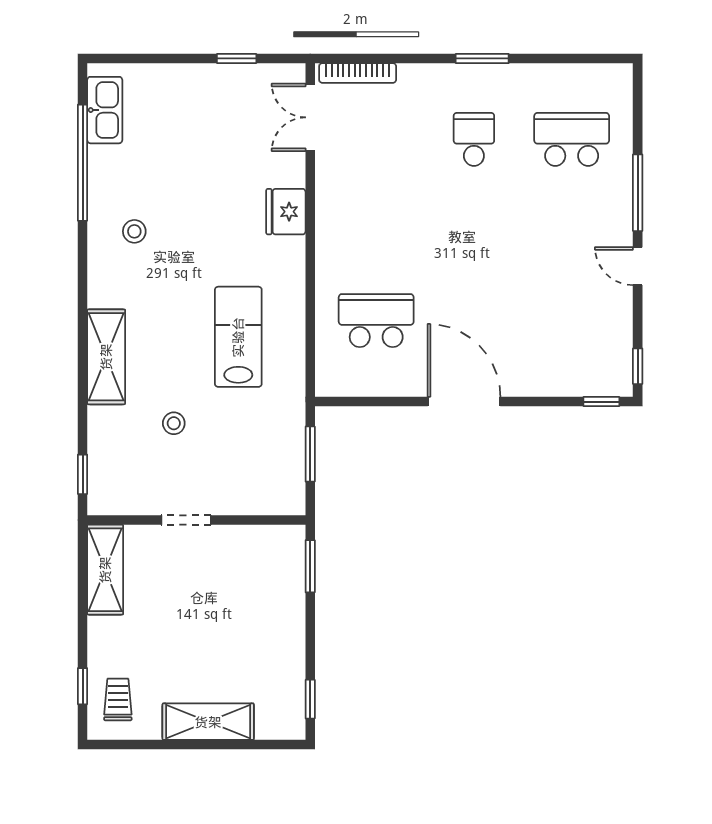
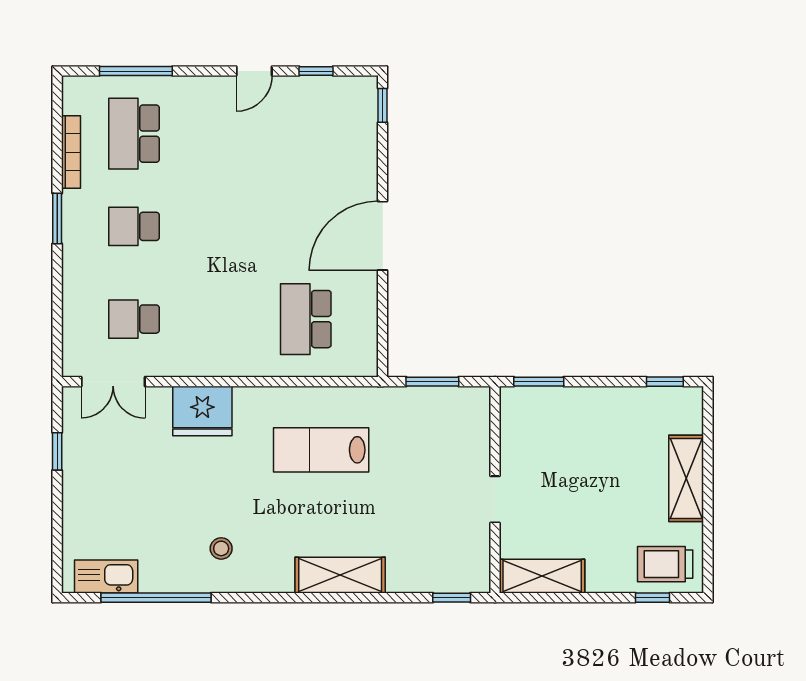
bookcase: (358, 73) -> (71, 152), moved
school desk: (376, 139) -> (134, 319), added
window: (638, 193) -> (136, 71), moved
fridge: (286, 212) -> (202, 411), width x1.36, depth x1.34
window: (638, 366) -> (316, 71), moved
stool: (174, 423) -> (403, 511), removed
trolley: (118, 700) -> (665, 564), width x1.36, depth x1.39

